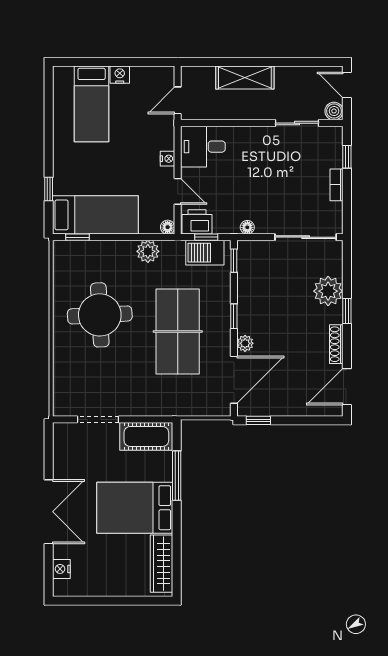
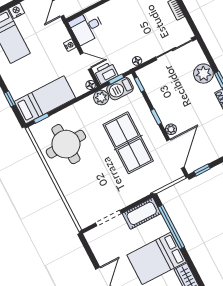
plant: (148, 251) -> (101, 98), moved
round table: (100, 315) -> (66, 144), moved
window: (177, 476) -> (171, 227), width x1.46

